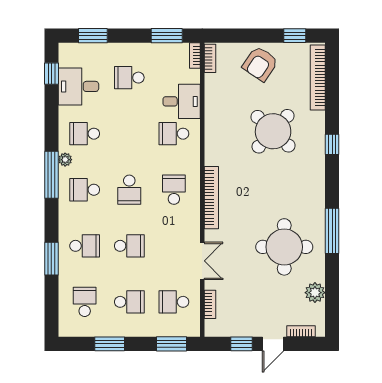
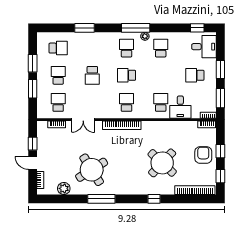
window: (93, 36) -> (220, 70), moved
window: (254, 36) -> (220, 151), added
armchair: (260, 64) -> (203, 155), turned 56
school desk: (129, 78) -> (195, 75), turned -90
desk: (78, 86) -> (204, 47), moved, turned 90
school desk: (174, 190) -> (127, 102), turned -90
school desk: (85, 246) -> (92, 48), removed
round table: (284, 247) -> (92, 170), turned -32
school desk: (129, 302) -> (58, 75), turned 180
window: (172, 344) -> (33, 89), moved

